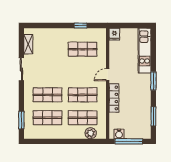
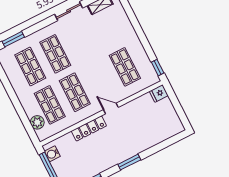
window: (81, 26) -> (158, 68), moved
kitchen unit: (145, 51) -> (158, 135), removed

